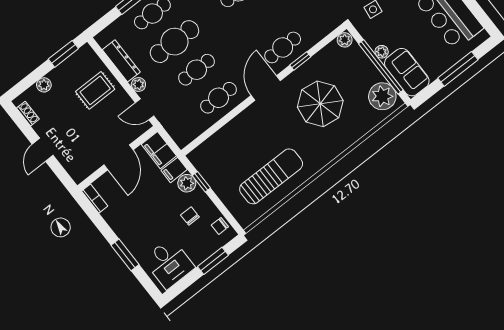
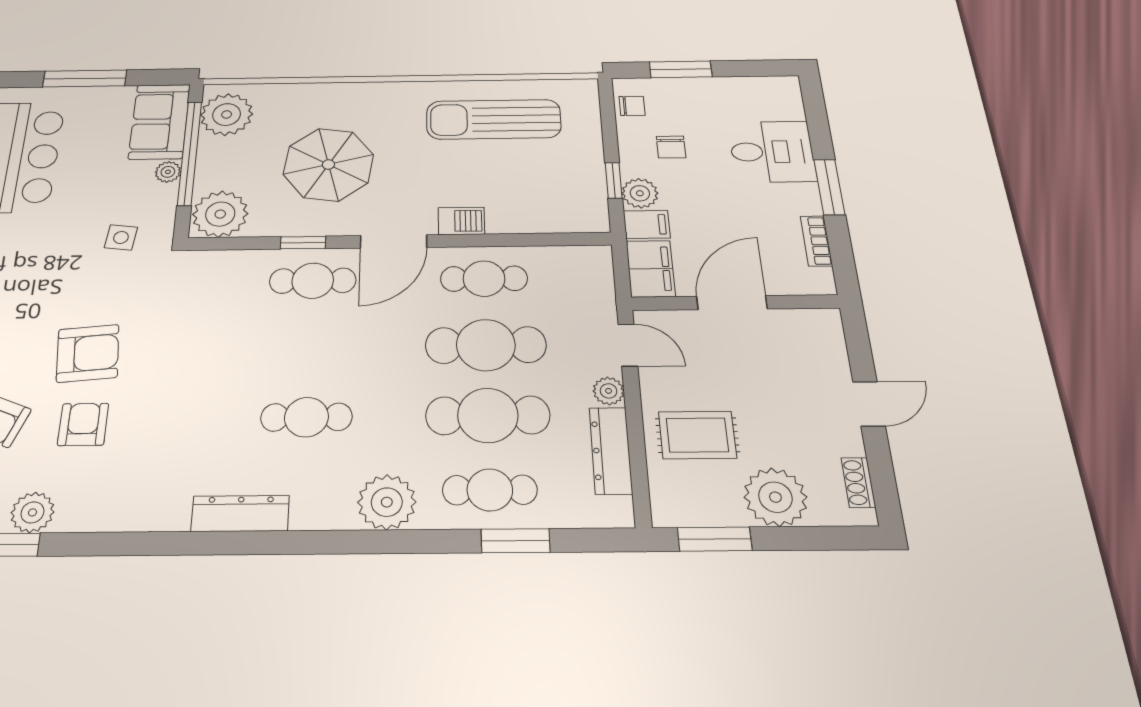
plant: (345, 40) -> (220, 214), width x1.87, depth x1.87
cafe table: (196, 70) -> (486, 345), width x1.37, depth x1.35
plant: (44, 85) -> (775, 497), width x1.88, depth x1.88
barbecue: (247, 117) -> (461, 221), added
bookcase: (95, 199) -> (816, 241), moved
window: (125, 255) -> (829, 187), moved
desk: (169, 263) -> (772, 152), moved, turned 90

